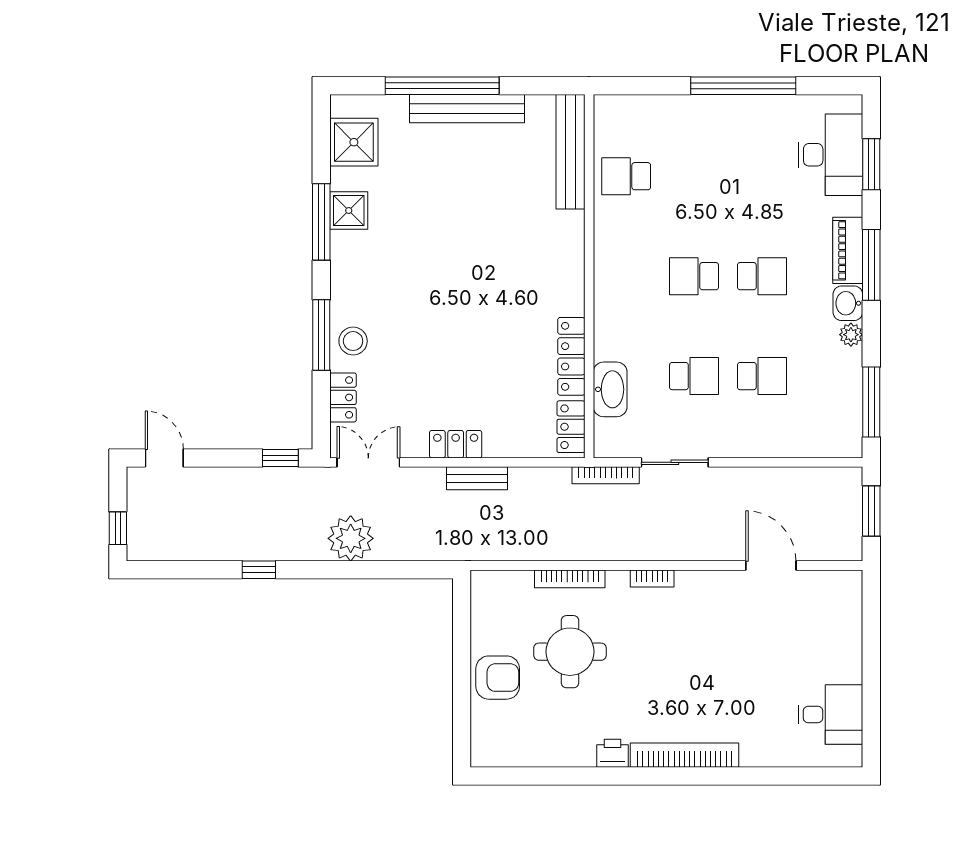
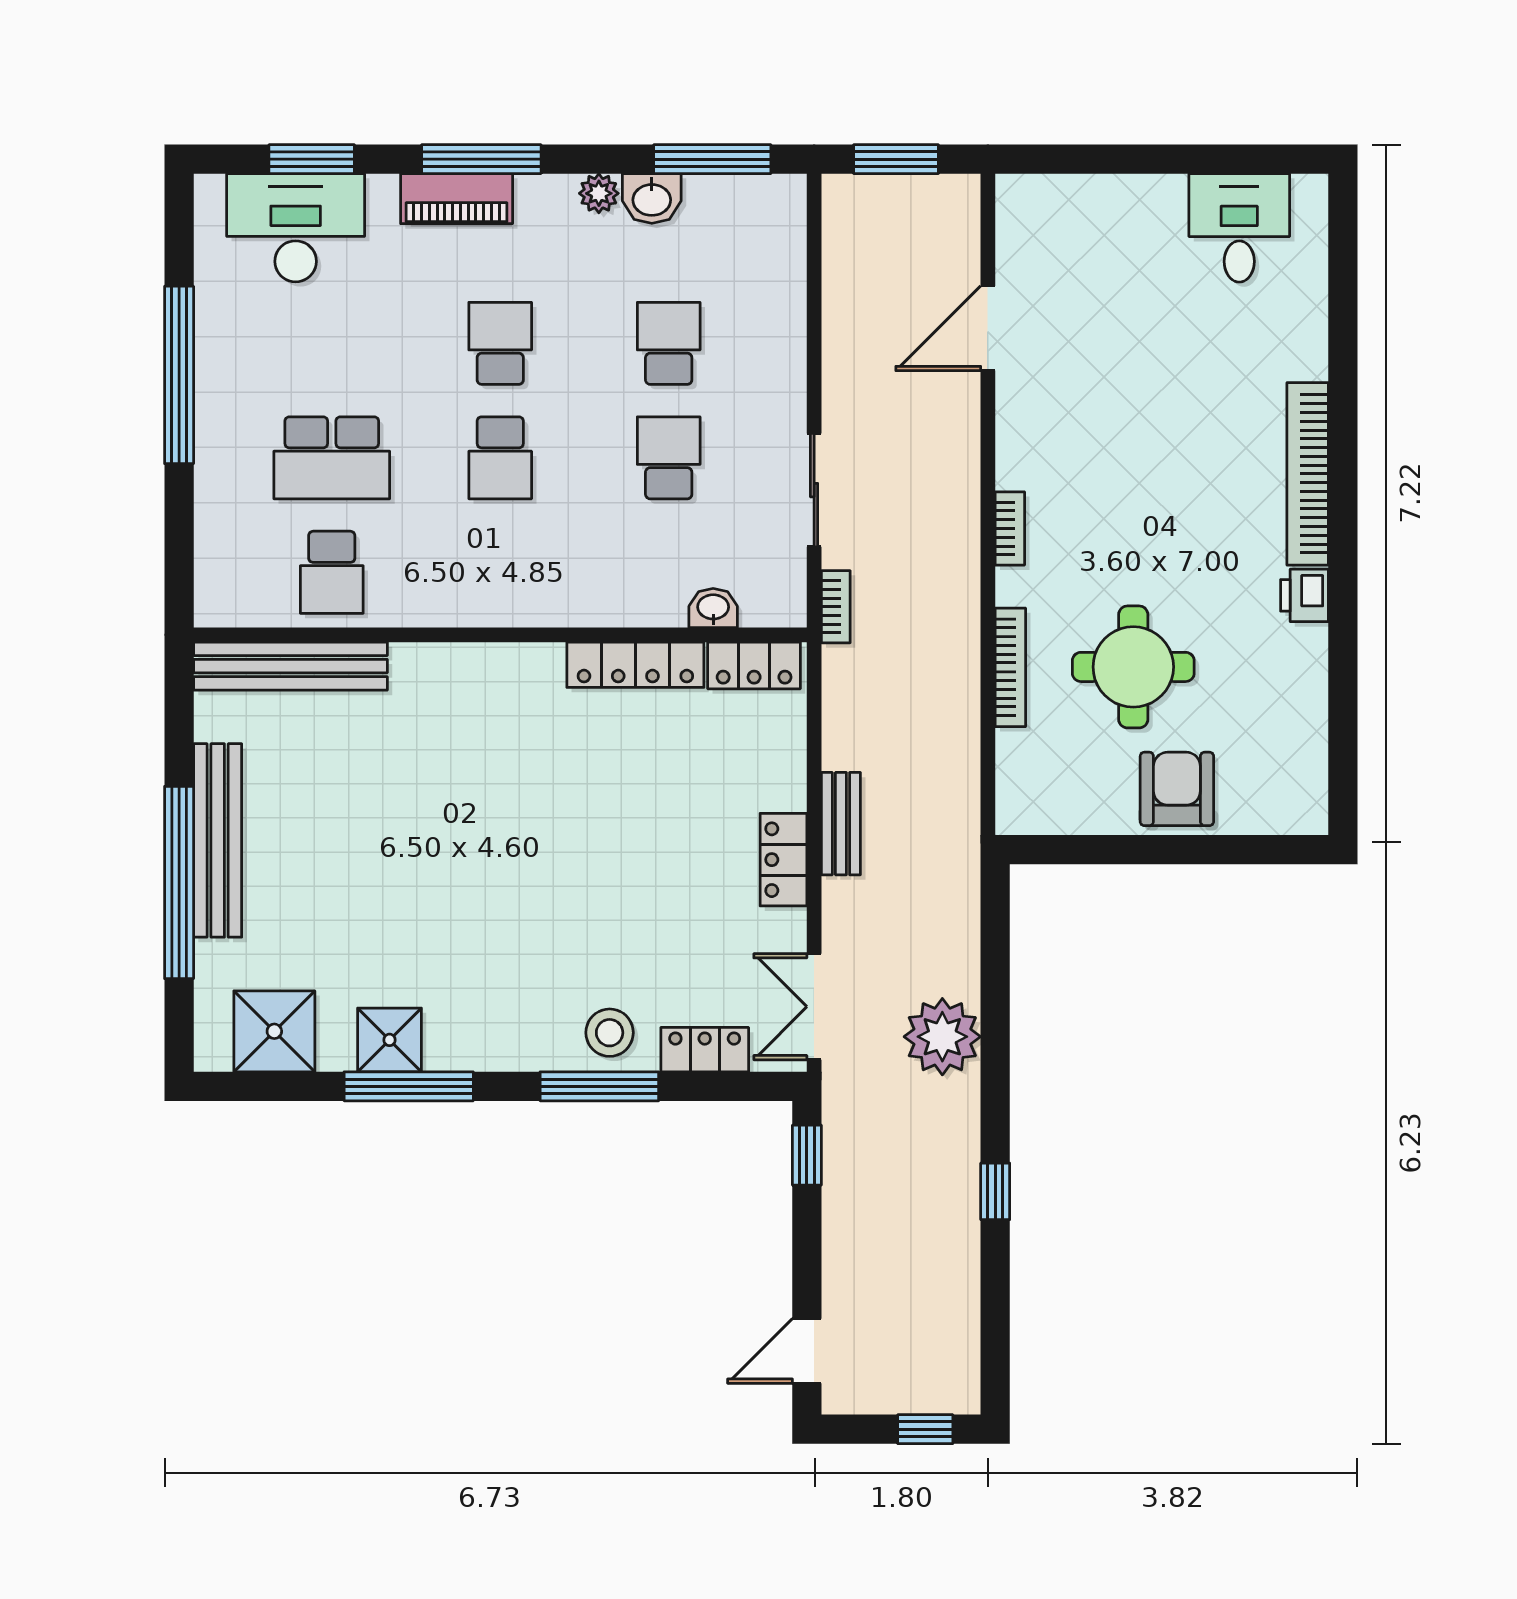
school desk: (694, 176) -> (332, 458), added
washbasin: (848, 303) -> (652, 199), moved
washbasin: (610, 389) -> (713, 608), width x0.52, depth x0.69
bookcase: (606, 475) -> (836, 607), width x0.64

